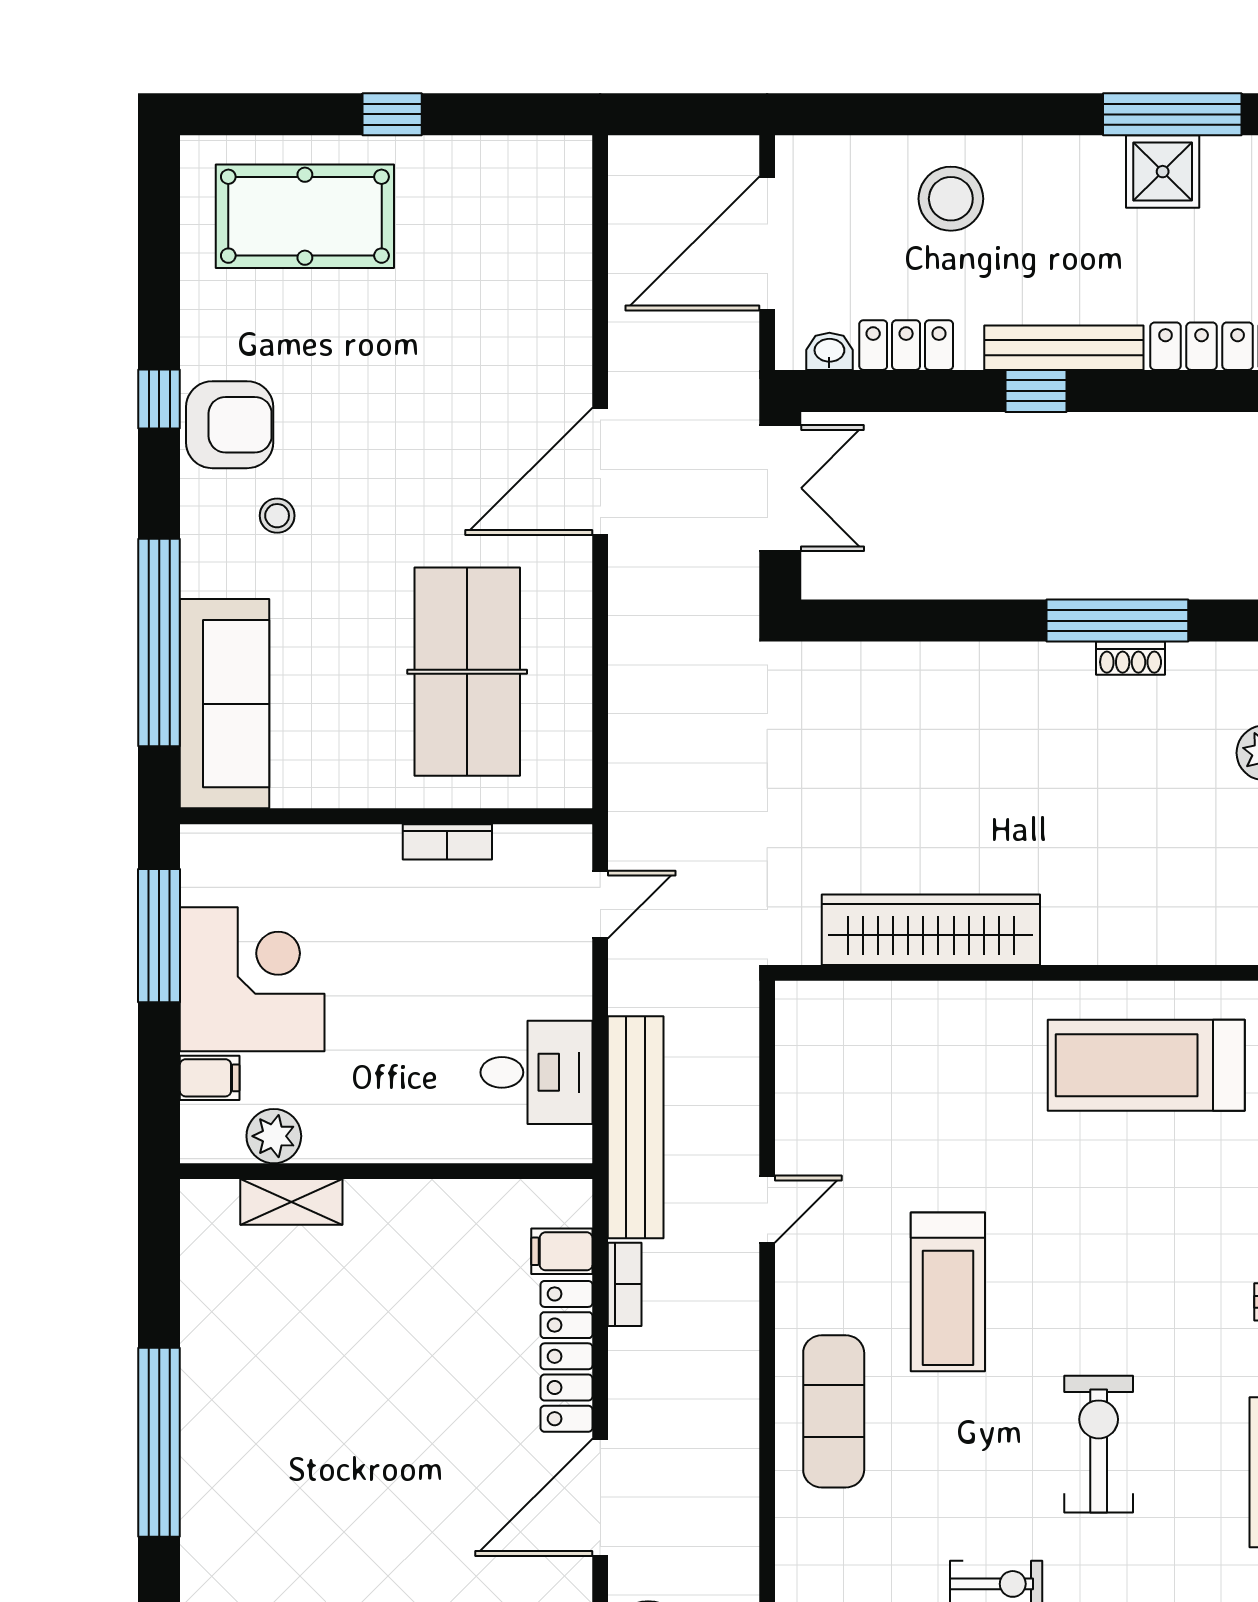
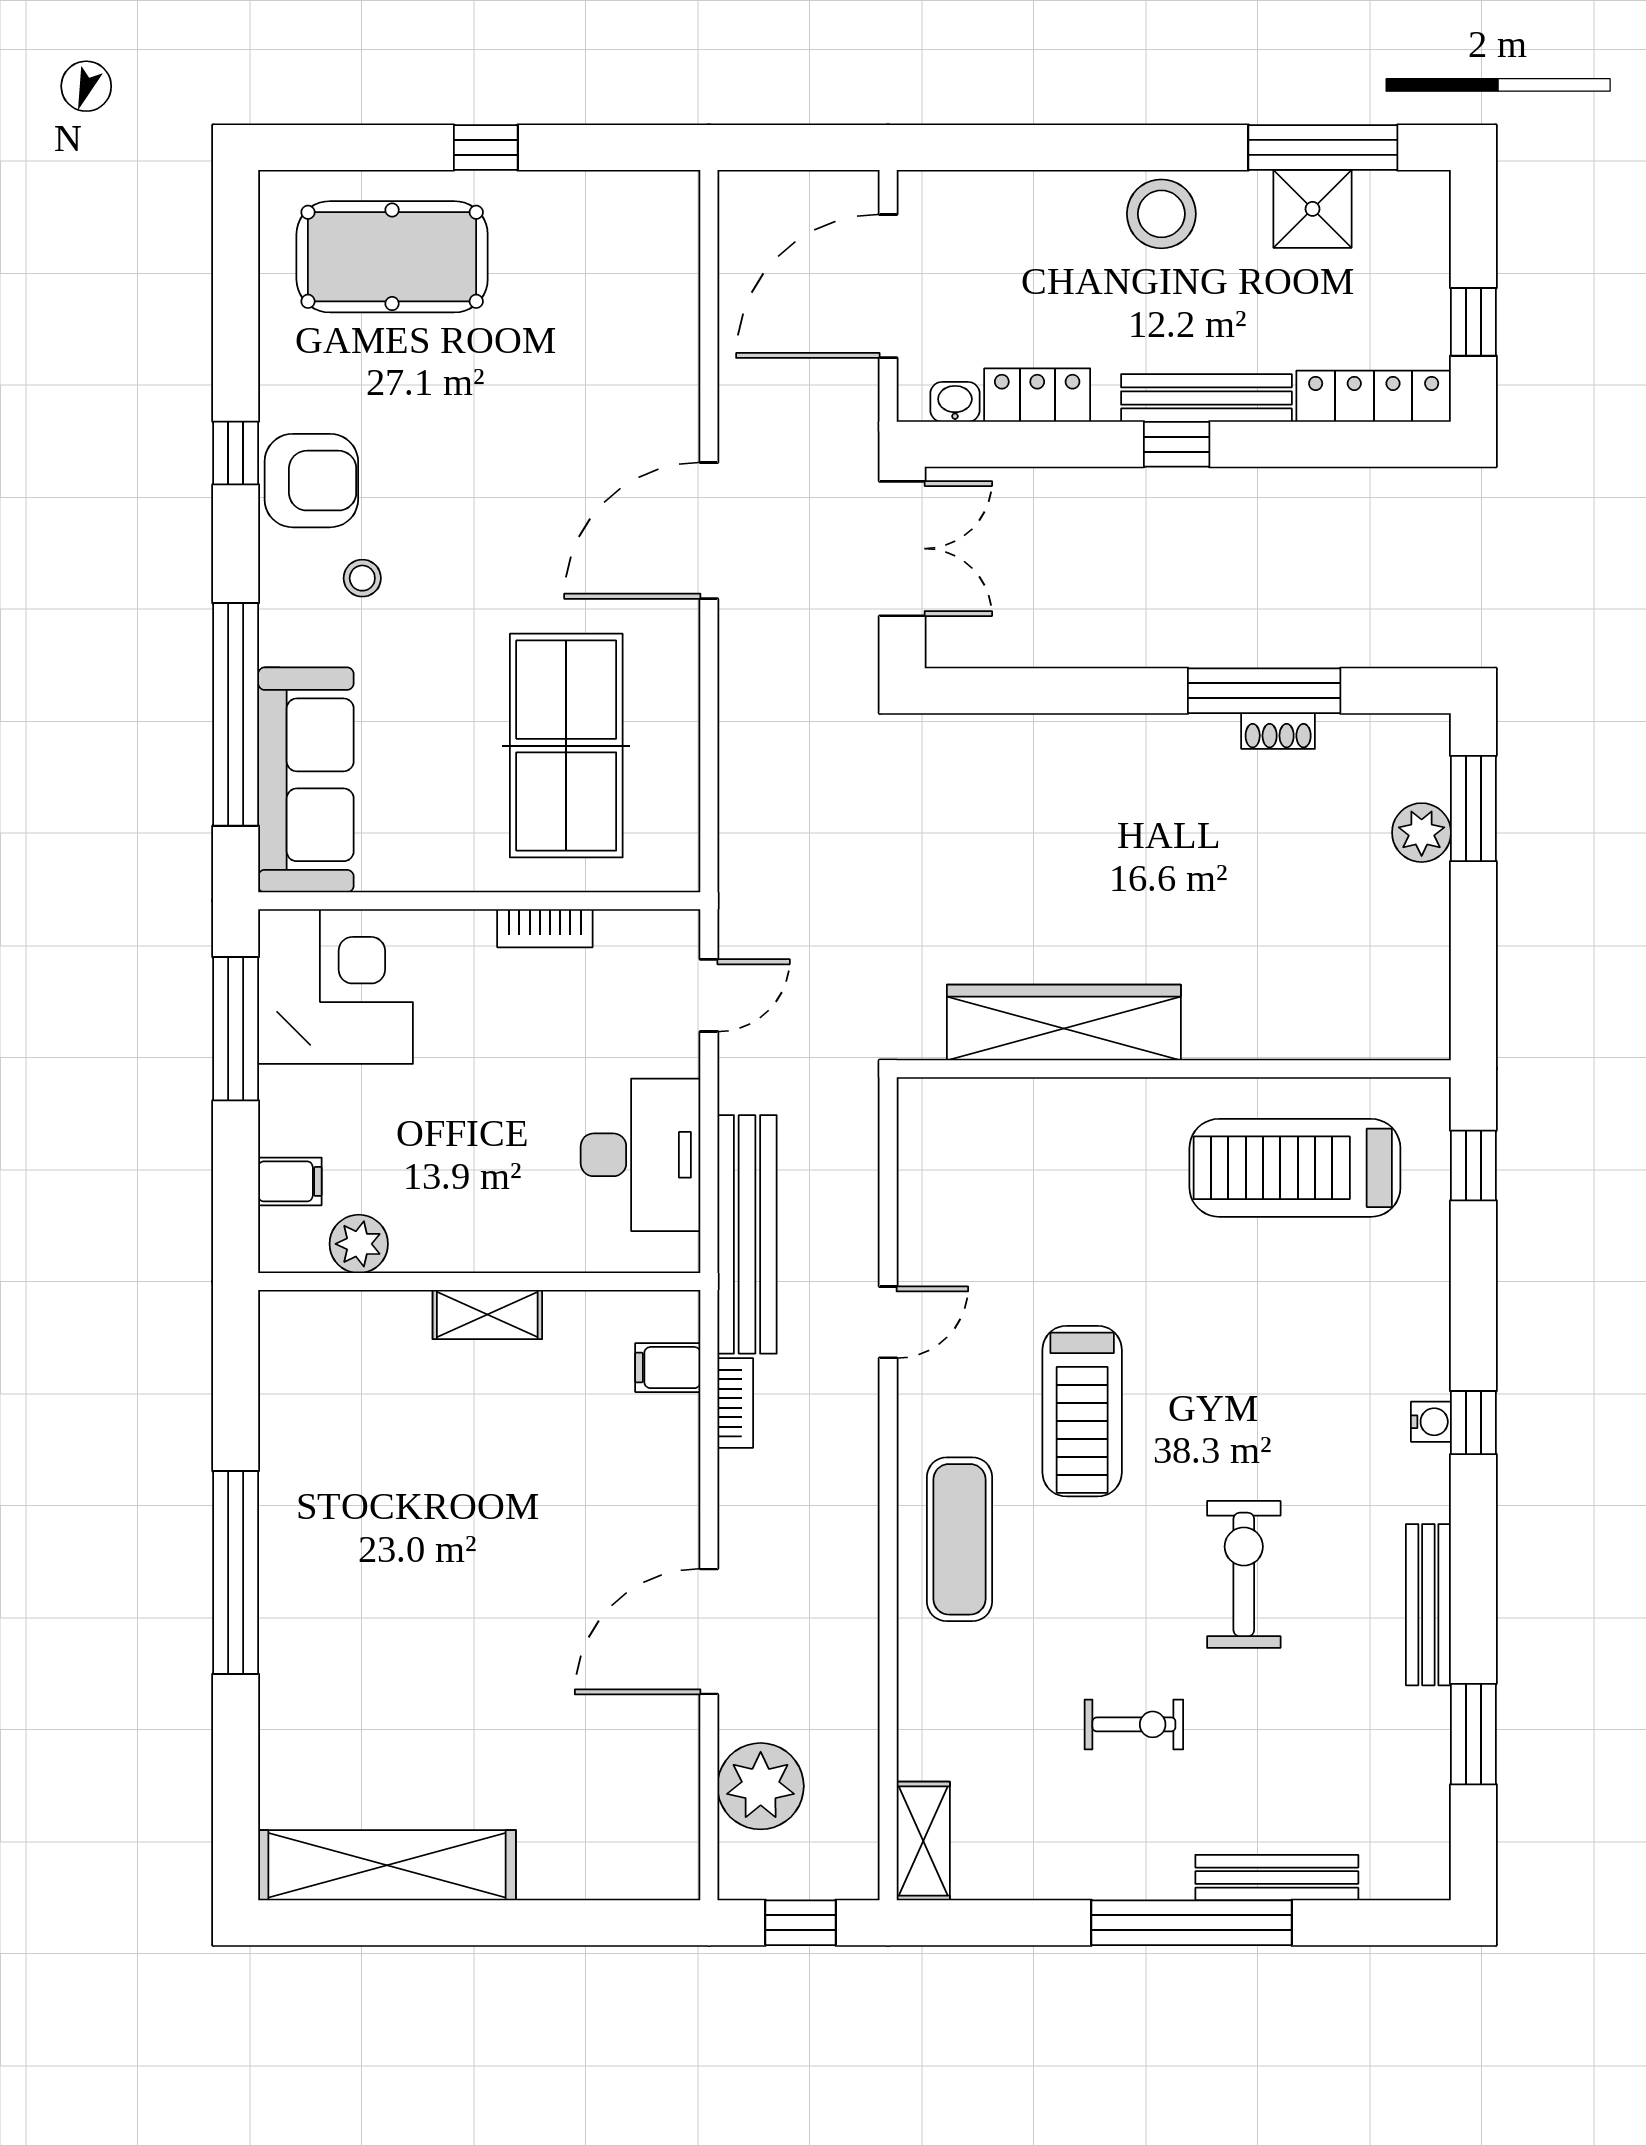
stool: (951, 199) -> (1161, 214), moved
corner desk: (252, 979) -> (335, 987), moved
desk: (536, 1072) -> (641, 1155), width x1.37
shelving: (291, 1202) -> (487, 1315), moved
locker: (566, 1356) -> (673, 1480), removed

